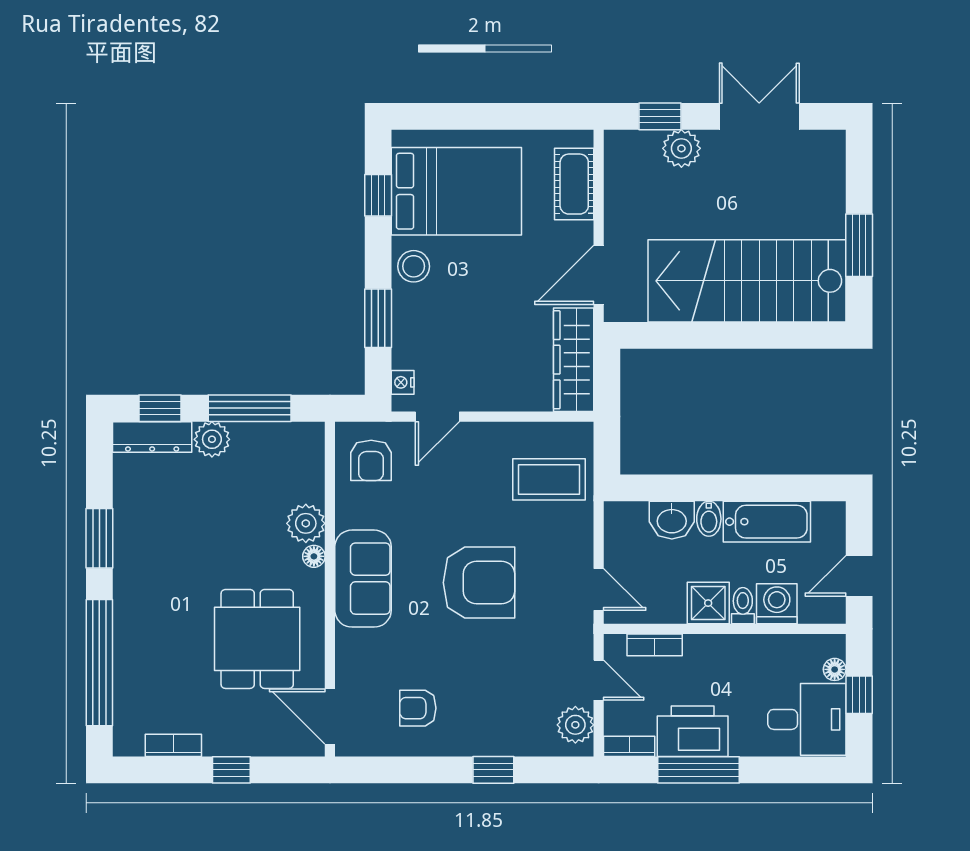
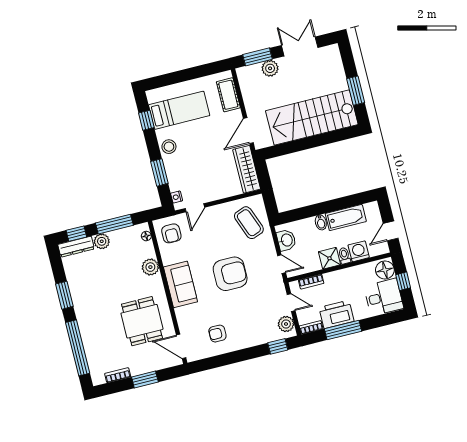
window: (660, 116) -> (258, 57), width x1.50
bed: (456, 191) -> (179, 110), width x0.67
coffee table: (549, 479) -> (249, 223), turned 69
washbasin: (672, 520) -> (286, 240), moved, turned -90
floor lamp: (314, 556) -> (146, 236), moved
floor lamp: (835, 669) -> (385, 270), width x1.89, depth x1.89
window: (231, 770) -> (145, 379), width x1.50
window: (493, 770) -> (278, 346), moved

